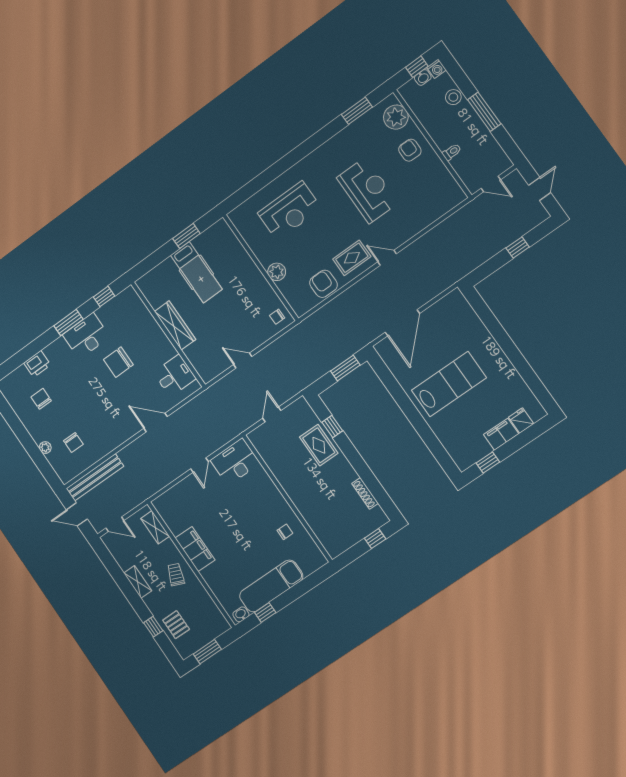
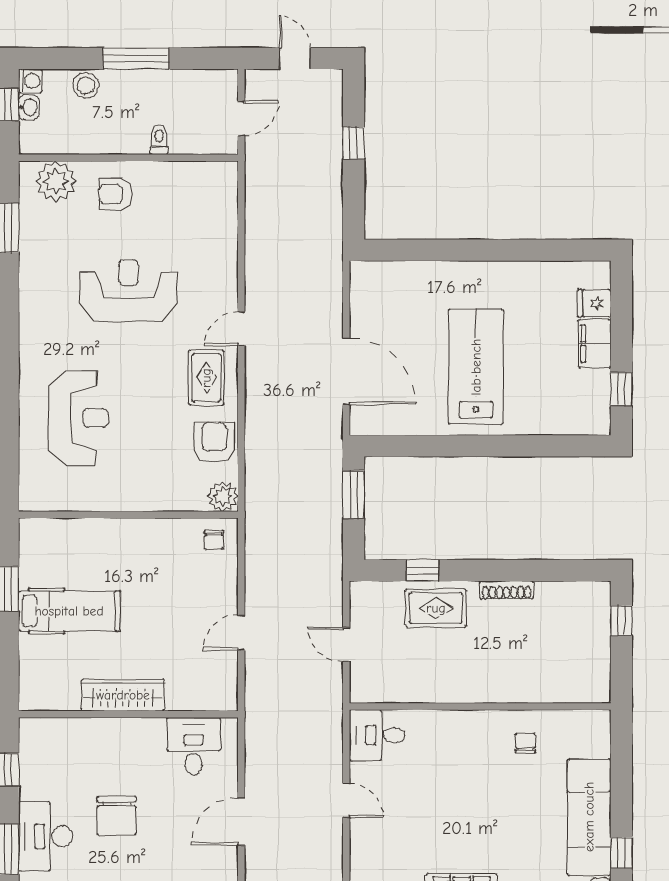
plant: (277, 272) -> (223, 496), moved
armchair: (324, 284) -> (214, 442), turned 90
desk: (235, 462) -> (377, 735), width x0.73
shoe rack: (365, 493) -> (507, 590), moved

